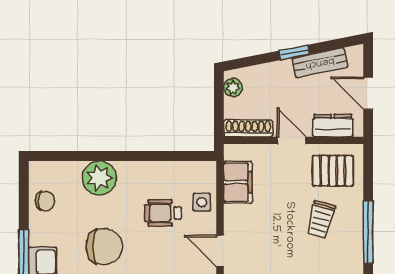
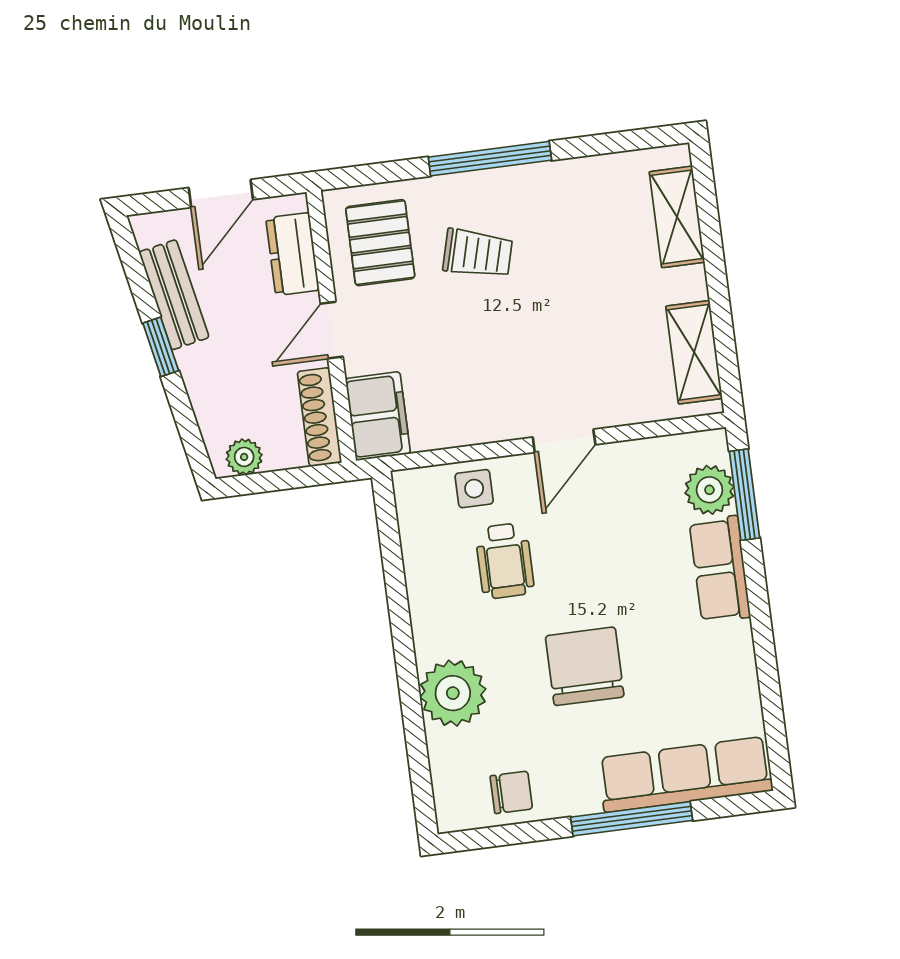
filing cabinet: (238, 182) -> (378, 416), moved, turned 90
chair: (45, 201) -> (511, 792), turned 90

